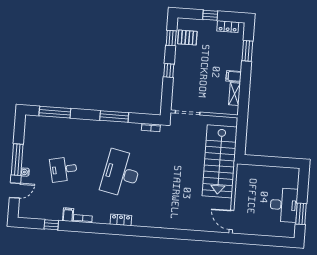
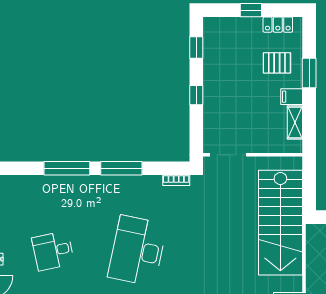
pallet: (187, 38) -> (277, 63), moved
window: (247, 51) -> (309, 73), moved
window: (55, 112) -> (67, 168), moved

